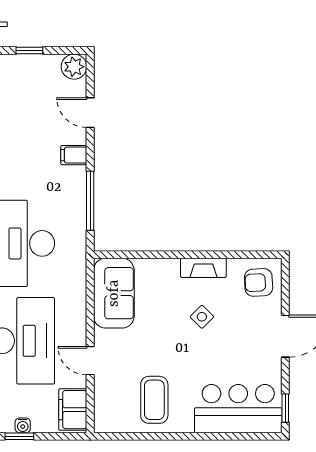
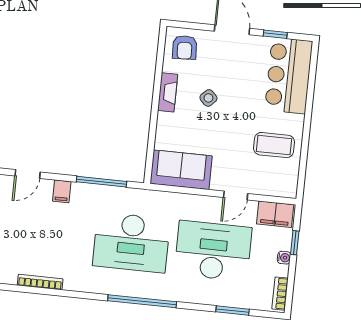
window: (285, 408) -> (275, 34), moved
window: (19, 436) -> (295, 243), moved

